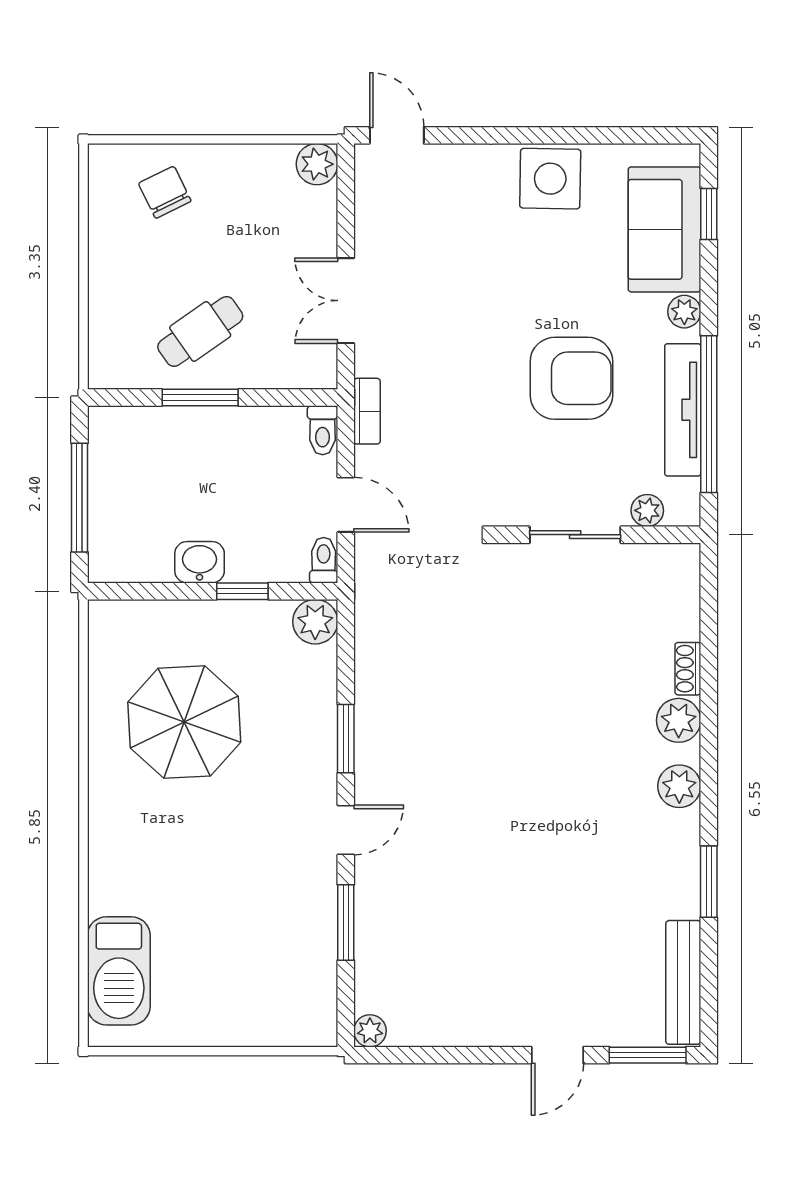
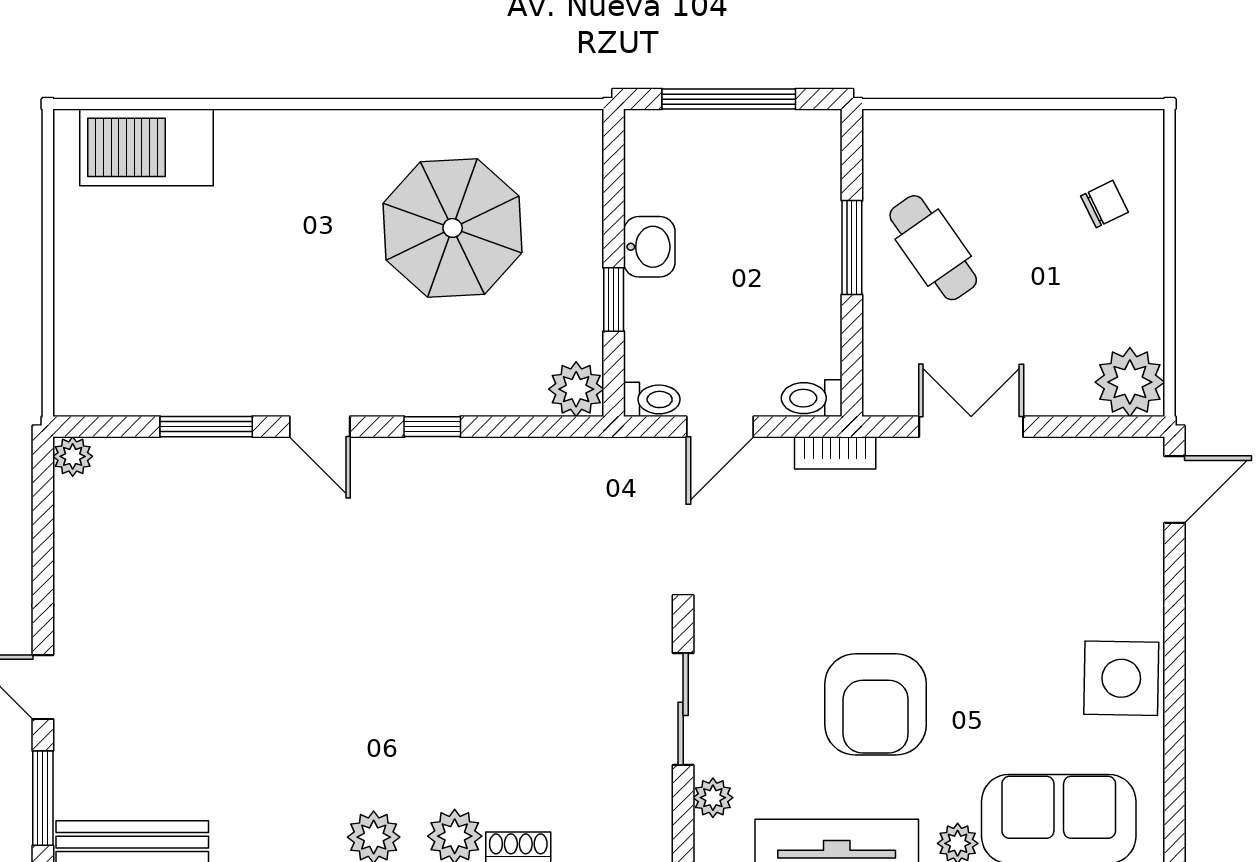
plant: (317, 164) -> (1130, 382), width x1.36, depth x1.36
chair: (165, 192) -> (1105, 204), width x0.73, depth x0.73
window: (346, 739) -> (432, 427), width x0.67

